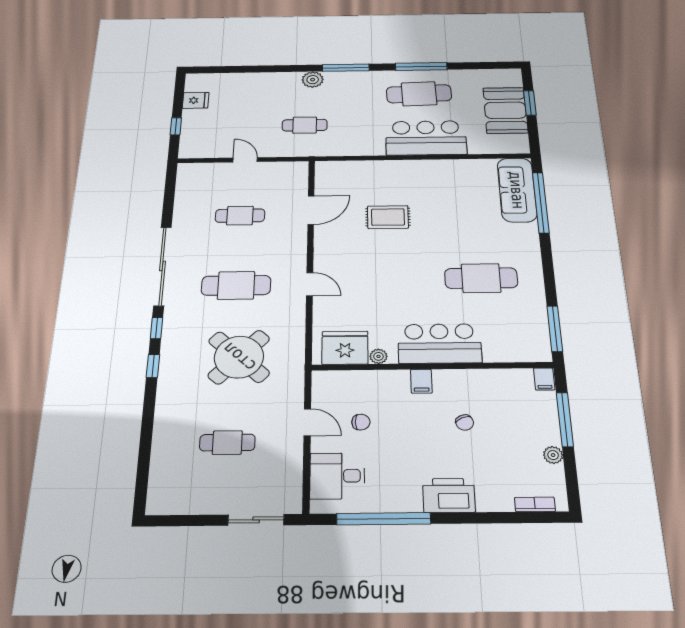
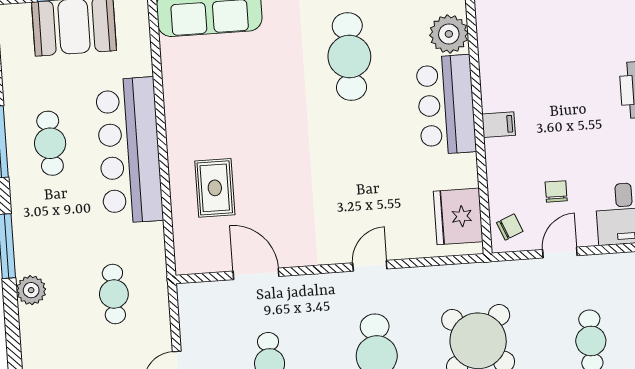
cafe table: (419, 94) -> (50, 143), width x0.73, depth x0.74
bar counter: (426, 138) -> (129, 150), width x1.36
rug: (388, 217) -> (215, 188), moved
plant: (378, 356) -> (449, 34), moved, width x1.87, depth x1.87
chair: (465, 423) -> (510, 227), moved

